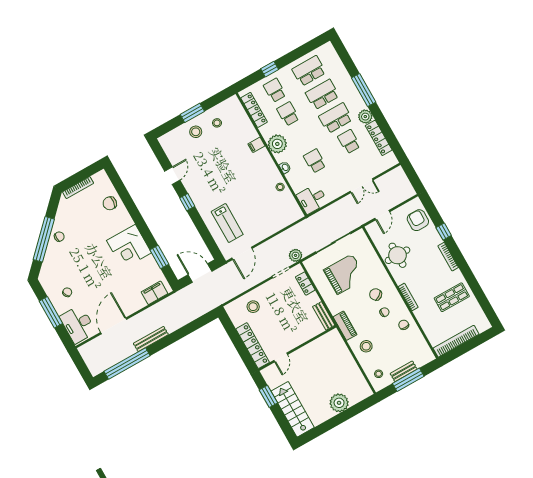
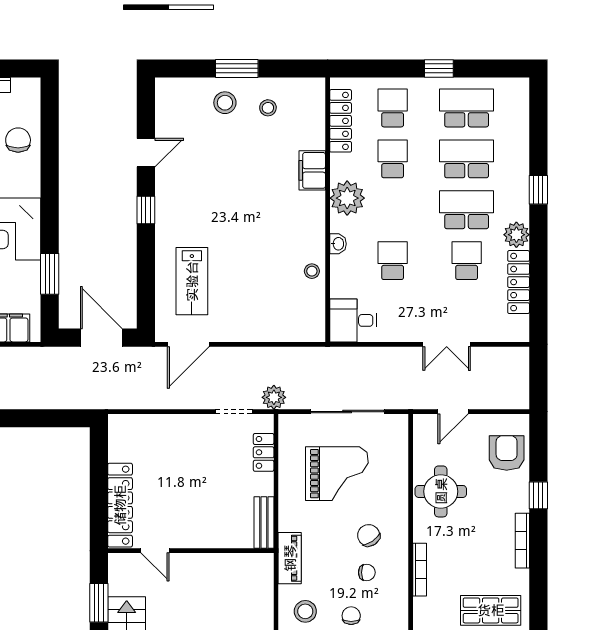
window: (270, 69) -> (439, 68), moved
window: (364, 90) -> (538, 190), width x0.46
filing cabinet: (256, 145) -> (312, 170), width x2.00
chair: (110, 203) -> (18, 140), turned 83
stool: (253, 307) -> (157, 442), removed
chair: (404, 325) -> (351, 616), moved
door: (281, 357) -> (155, 551), hinge flipped

